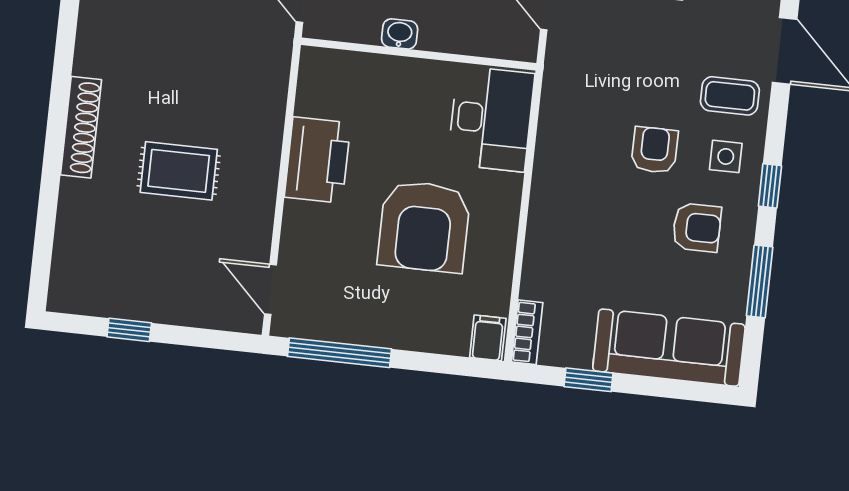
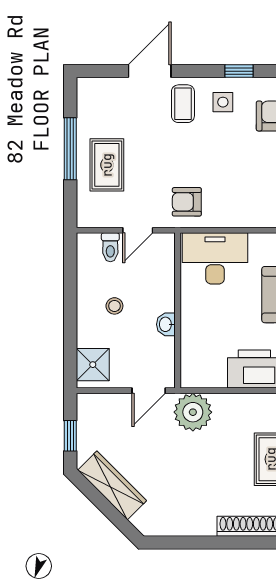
plant: (263, 60) -> (193, 412), added
armchair: (655, 150) -> (187, 202), moved

